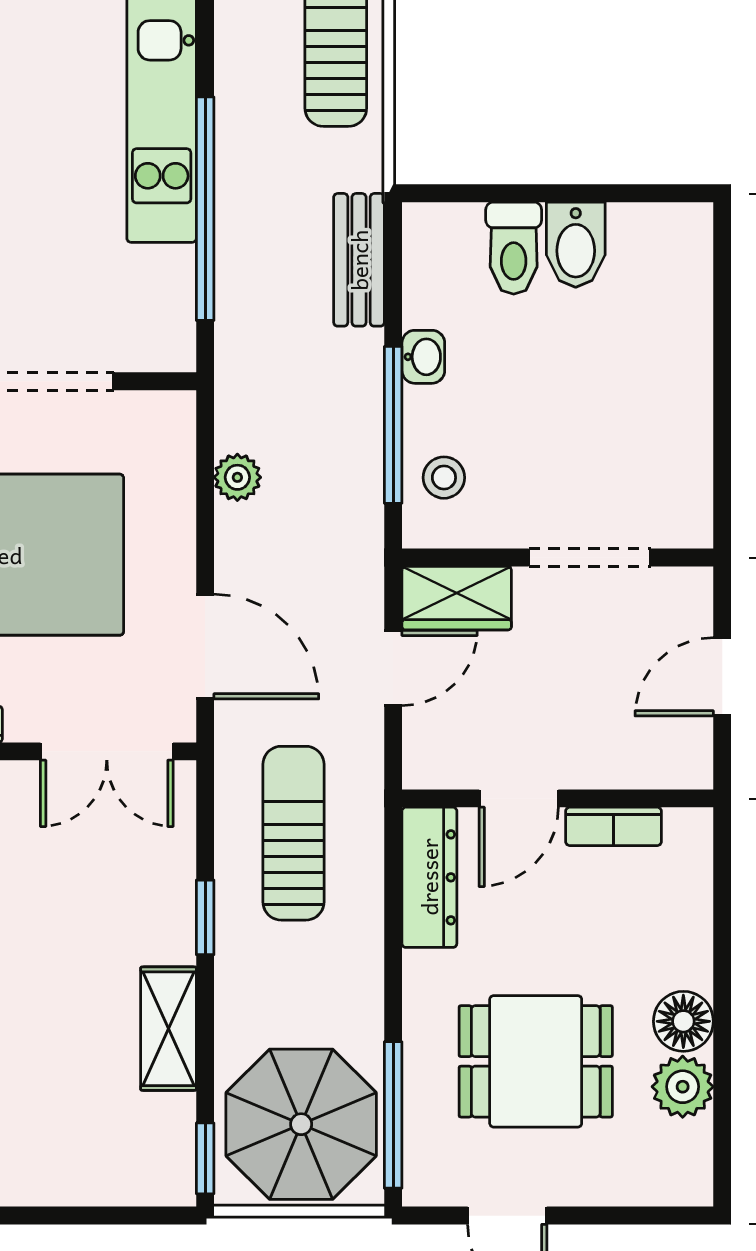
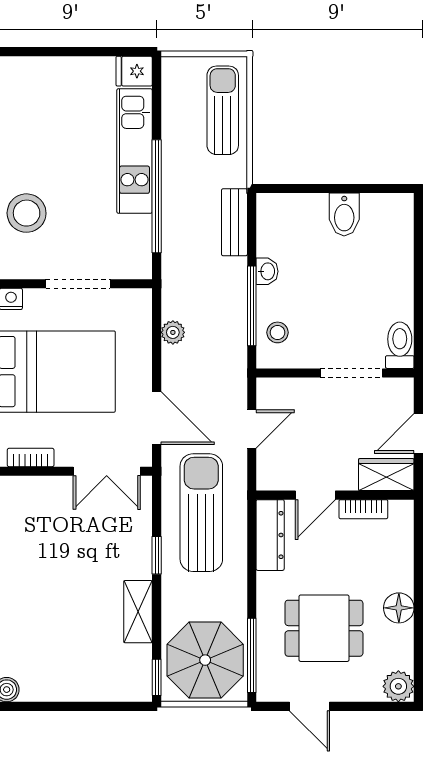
toilet: (514, 248) -> (400, 345), moved, turned 180
wardrobe: (457, 598) -> (386, 475), moved, turned 180
sun lounger: (293, 833) -> (201, 513), width x1.36, depth x1.34
plant: (683, 1087) -> (398, 686), moved

